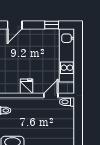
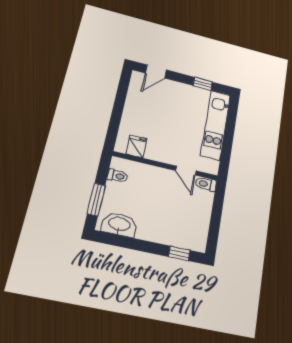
fridge: (26, 86) -> (136, 146), moved
door: (51, 95) -> (186, 171), swing flipped

